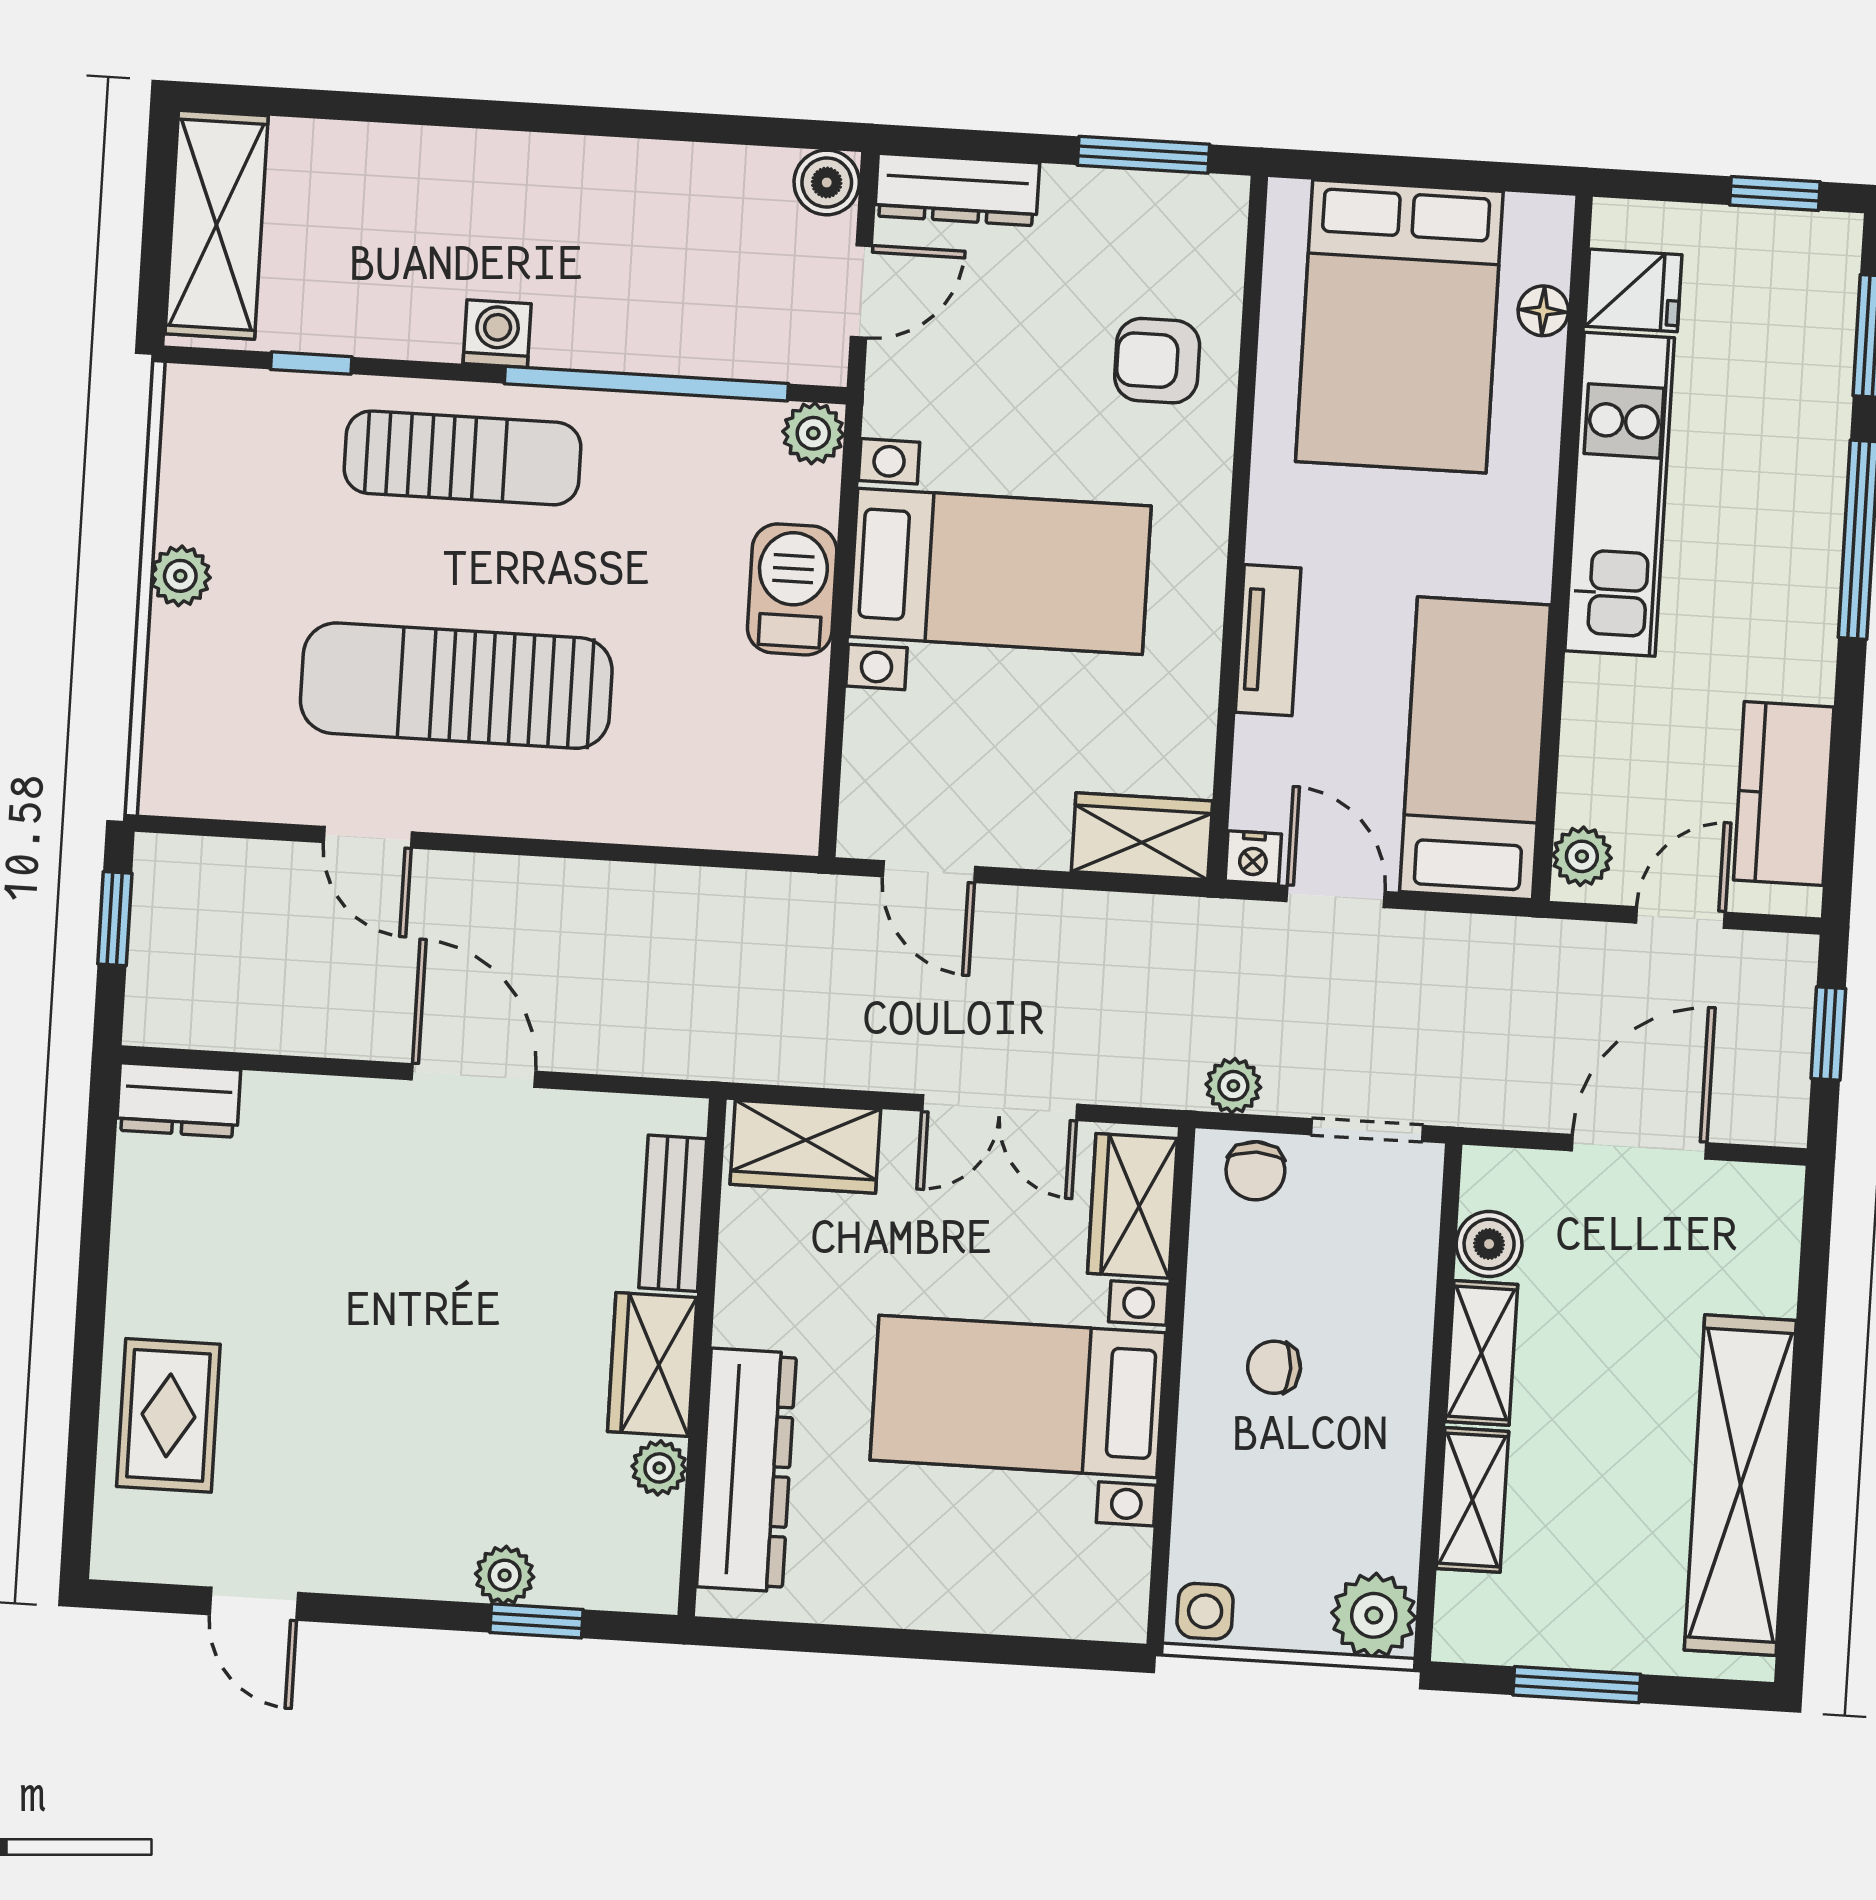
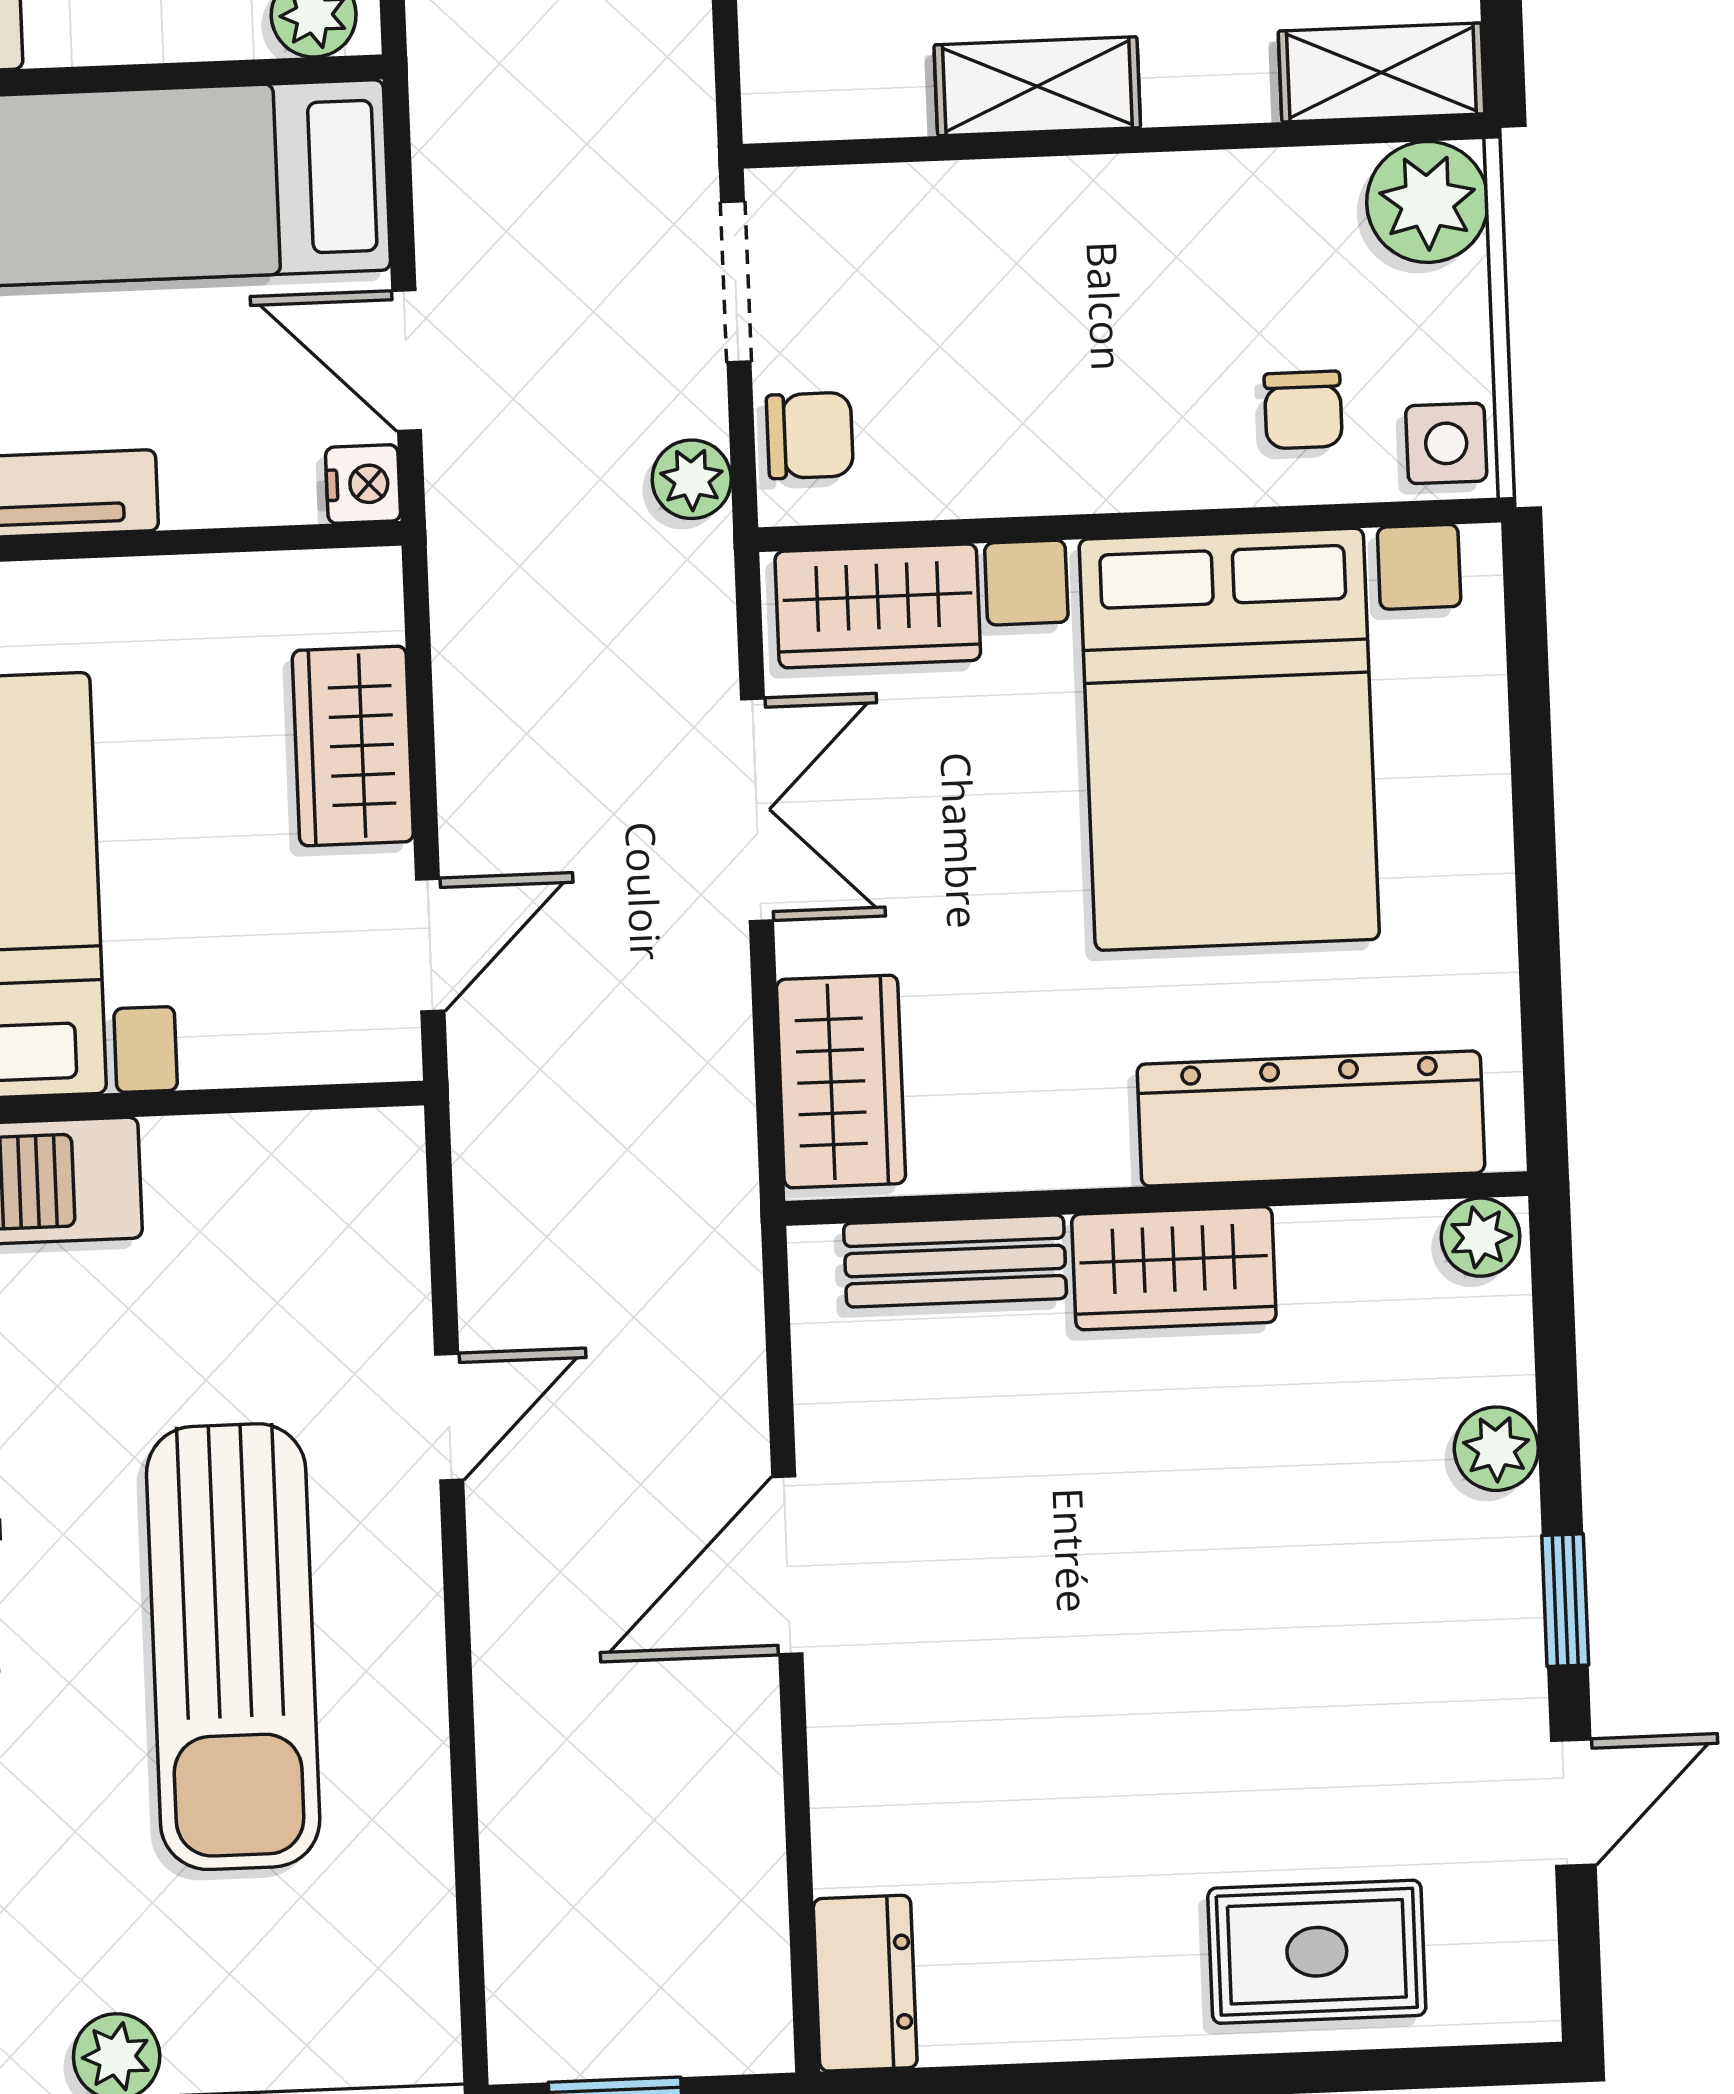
wardrobe: (1142, 836) -> (353, 746), moved
door: (368, 837) -> (449, 1417), moved
door: (1336, 896) -> (407, 361), hinge flipped
boiler: (1489, 1244) -> (881, 91), removed
chair: (1274, 1367) -> (1303, 410), moved
bed with nightstands: (1018, 1396) -> (1229, 739), width x1.36
plant: (659, 1468) -> (1481, 1237), moved
shelving: (1472, 1500) -> (1381, 72), moved
window: (536, 1621) -> (1565, 1600), moved

